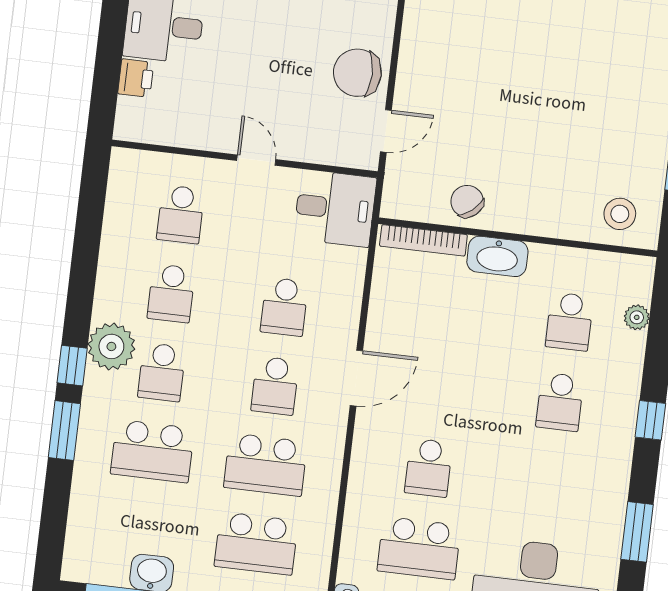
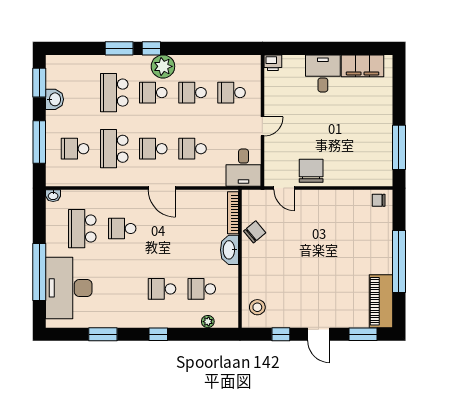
printer: (136, 78) -> (273, 63), moved
school desk: (256, 544) -> (75, 149), width x0.54

